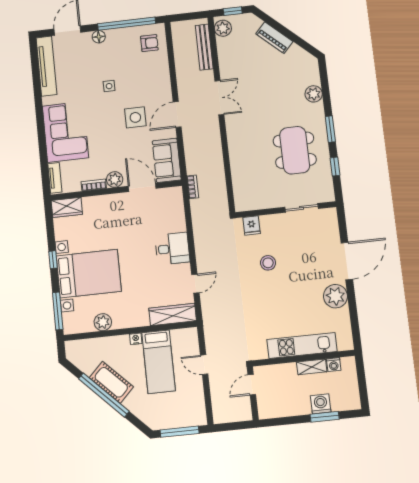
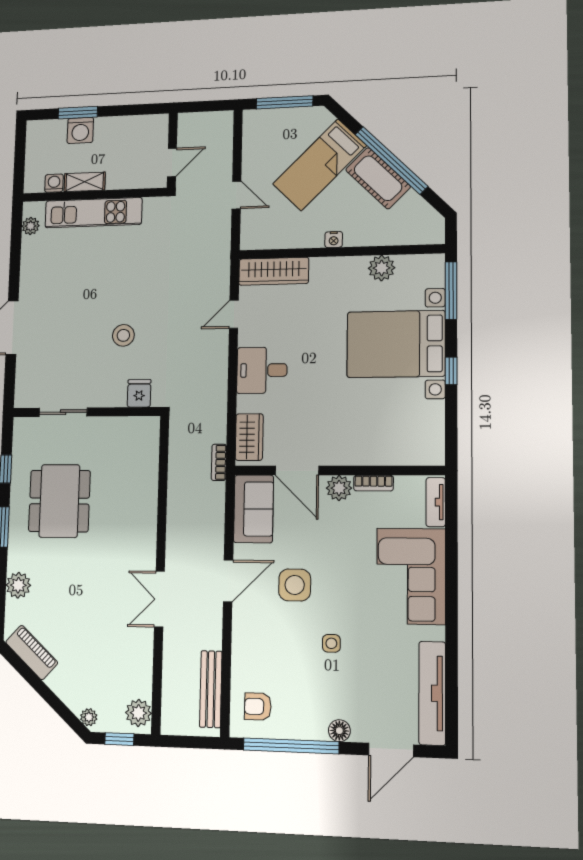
plant: (254, 21) -> (89, 717), added
piano: (274, 38) -> (32, 652), moved
bench: (204, 47) -> (211, 689), moved
wardrobe: (67, 207) -> (249, 437), moved, turned 90
plant: (335, 296) -> (31, 226), moved, width x0.53, depth x0.53
bed: (159, 362) -> (320, 165), moved, turned -135

